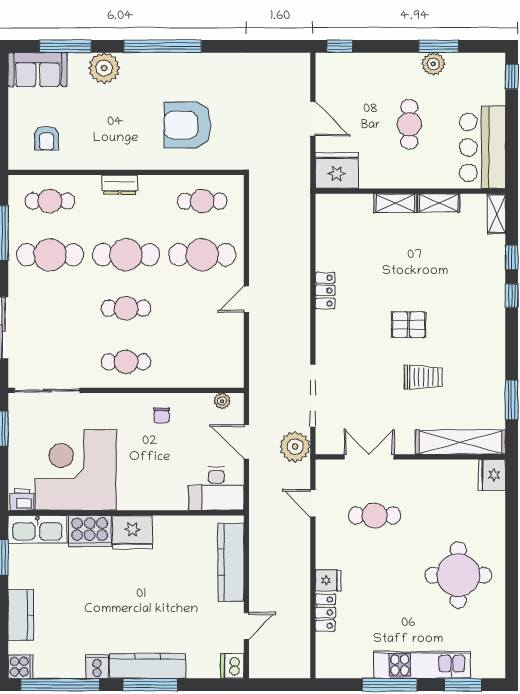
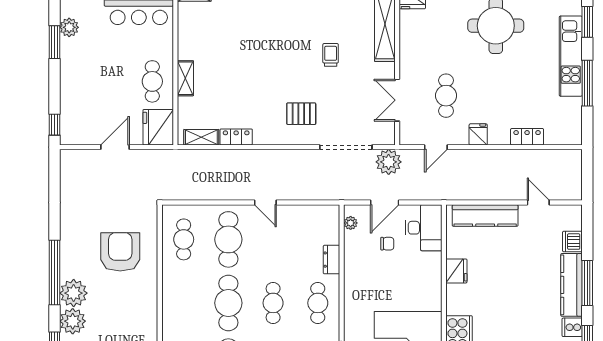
plant: (433, 64) -> (69, 27), moved
plant: (138, 69) -> (74, 293), added
cafe table: (409, 124) -> (152, 81), moved, turned 90
armchair: (187, 125) -> (120, 252), turned 180
dresser: (120, 185) -> (331, 260), moved, turned 180
shelving: (439, 203) -> (201, 137), moved, turned 90
locker: (325, 291) -> (236, 137), moved
pallet: (409, 325) -> (301, 114), moved, turned 90
trolley: (423, 377) -> (331, 55), width x0.73, depth x0.72
chair: (162, 415) -> (387, 244), moved
fridge: (132, 532) -> (456, 271), moved, width x0.73, depth x0.75
fridge: (328, 581) -> (478, 134), moved
dishwasher: (232, 666) -> (572, 242), moved, turned 90

